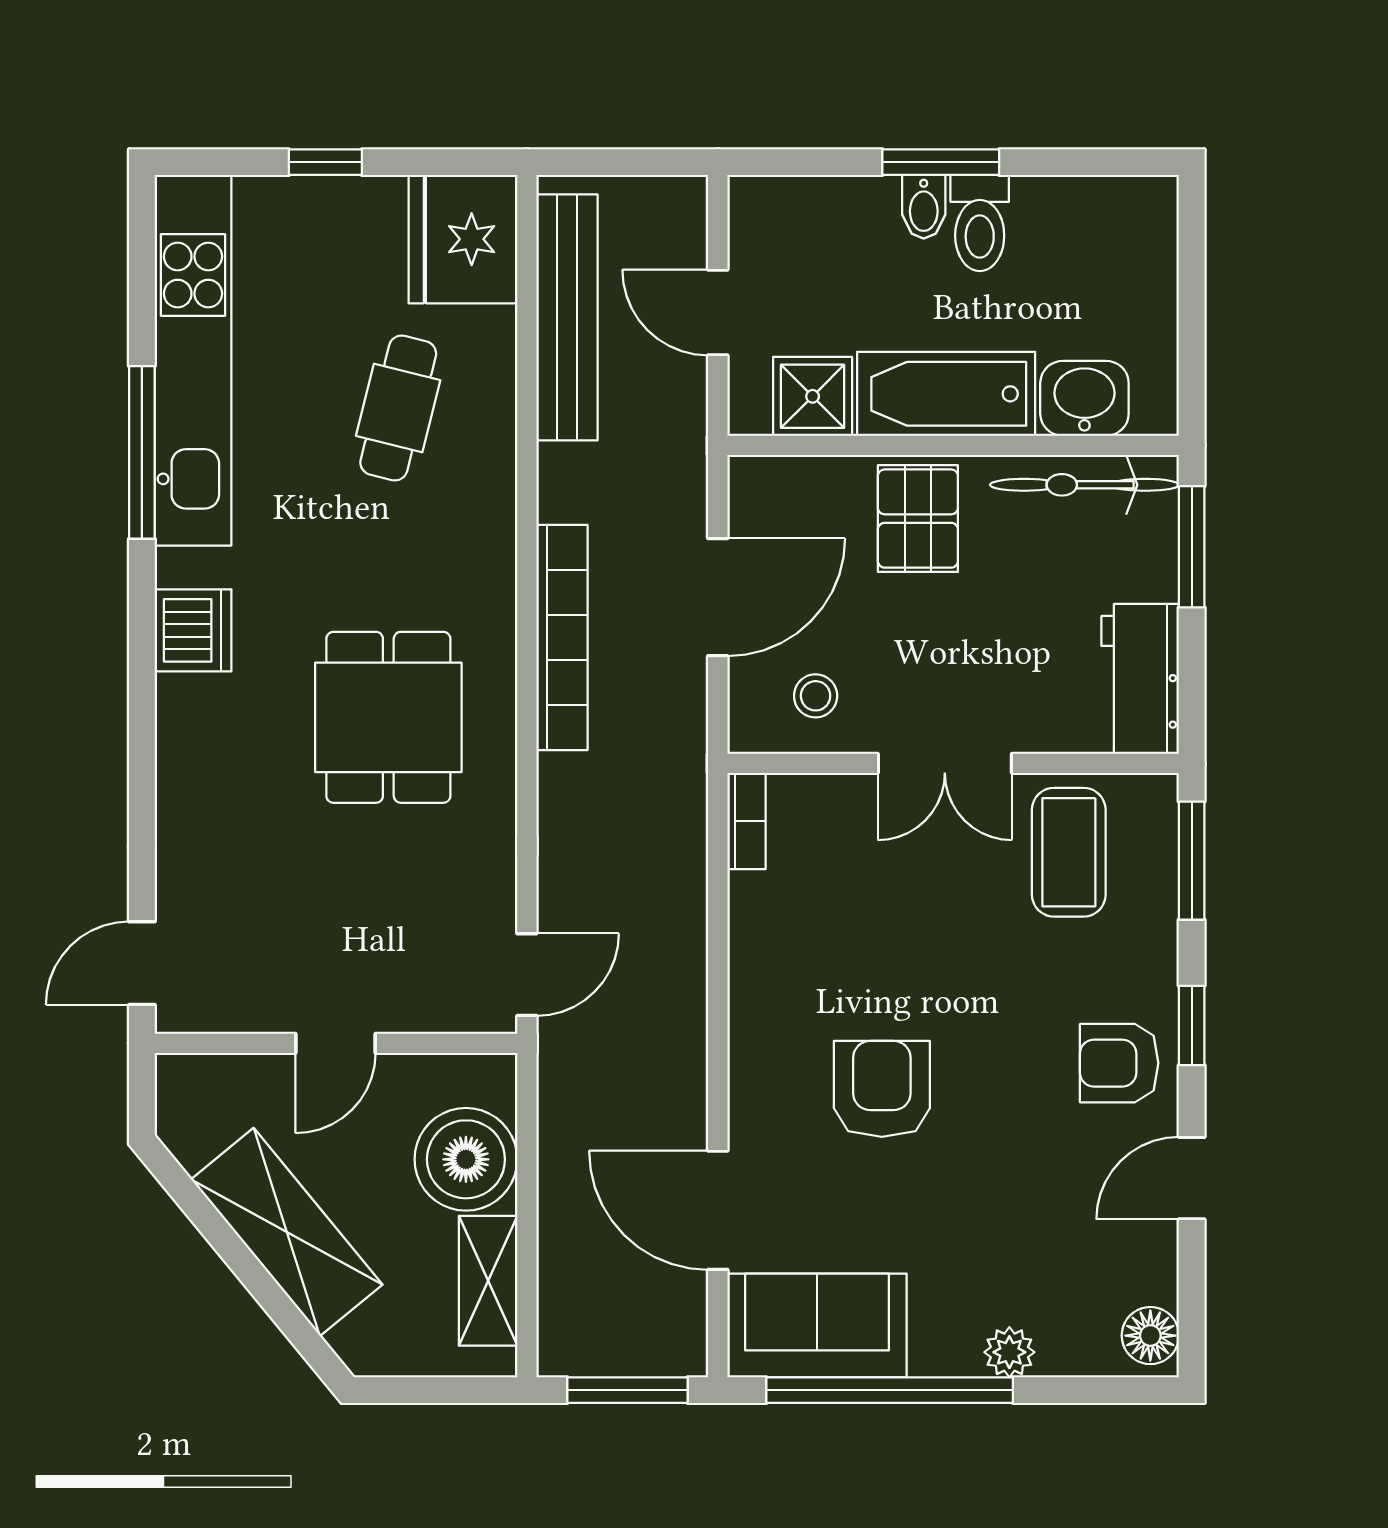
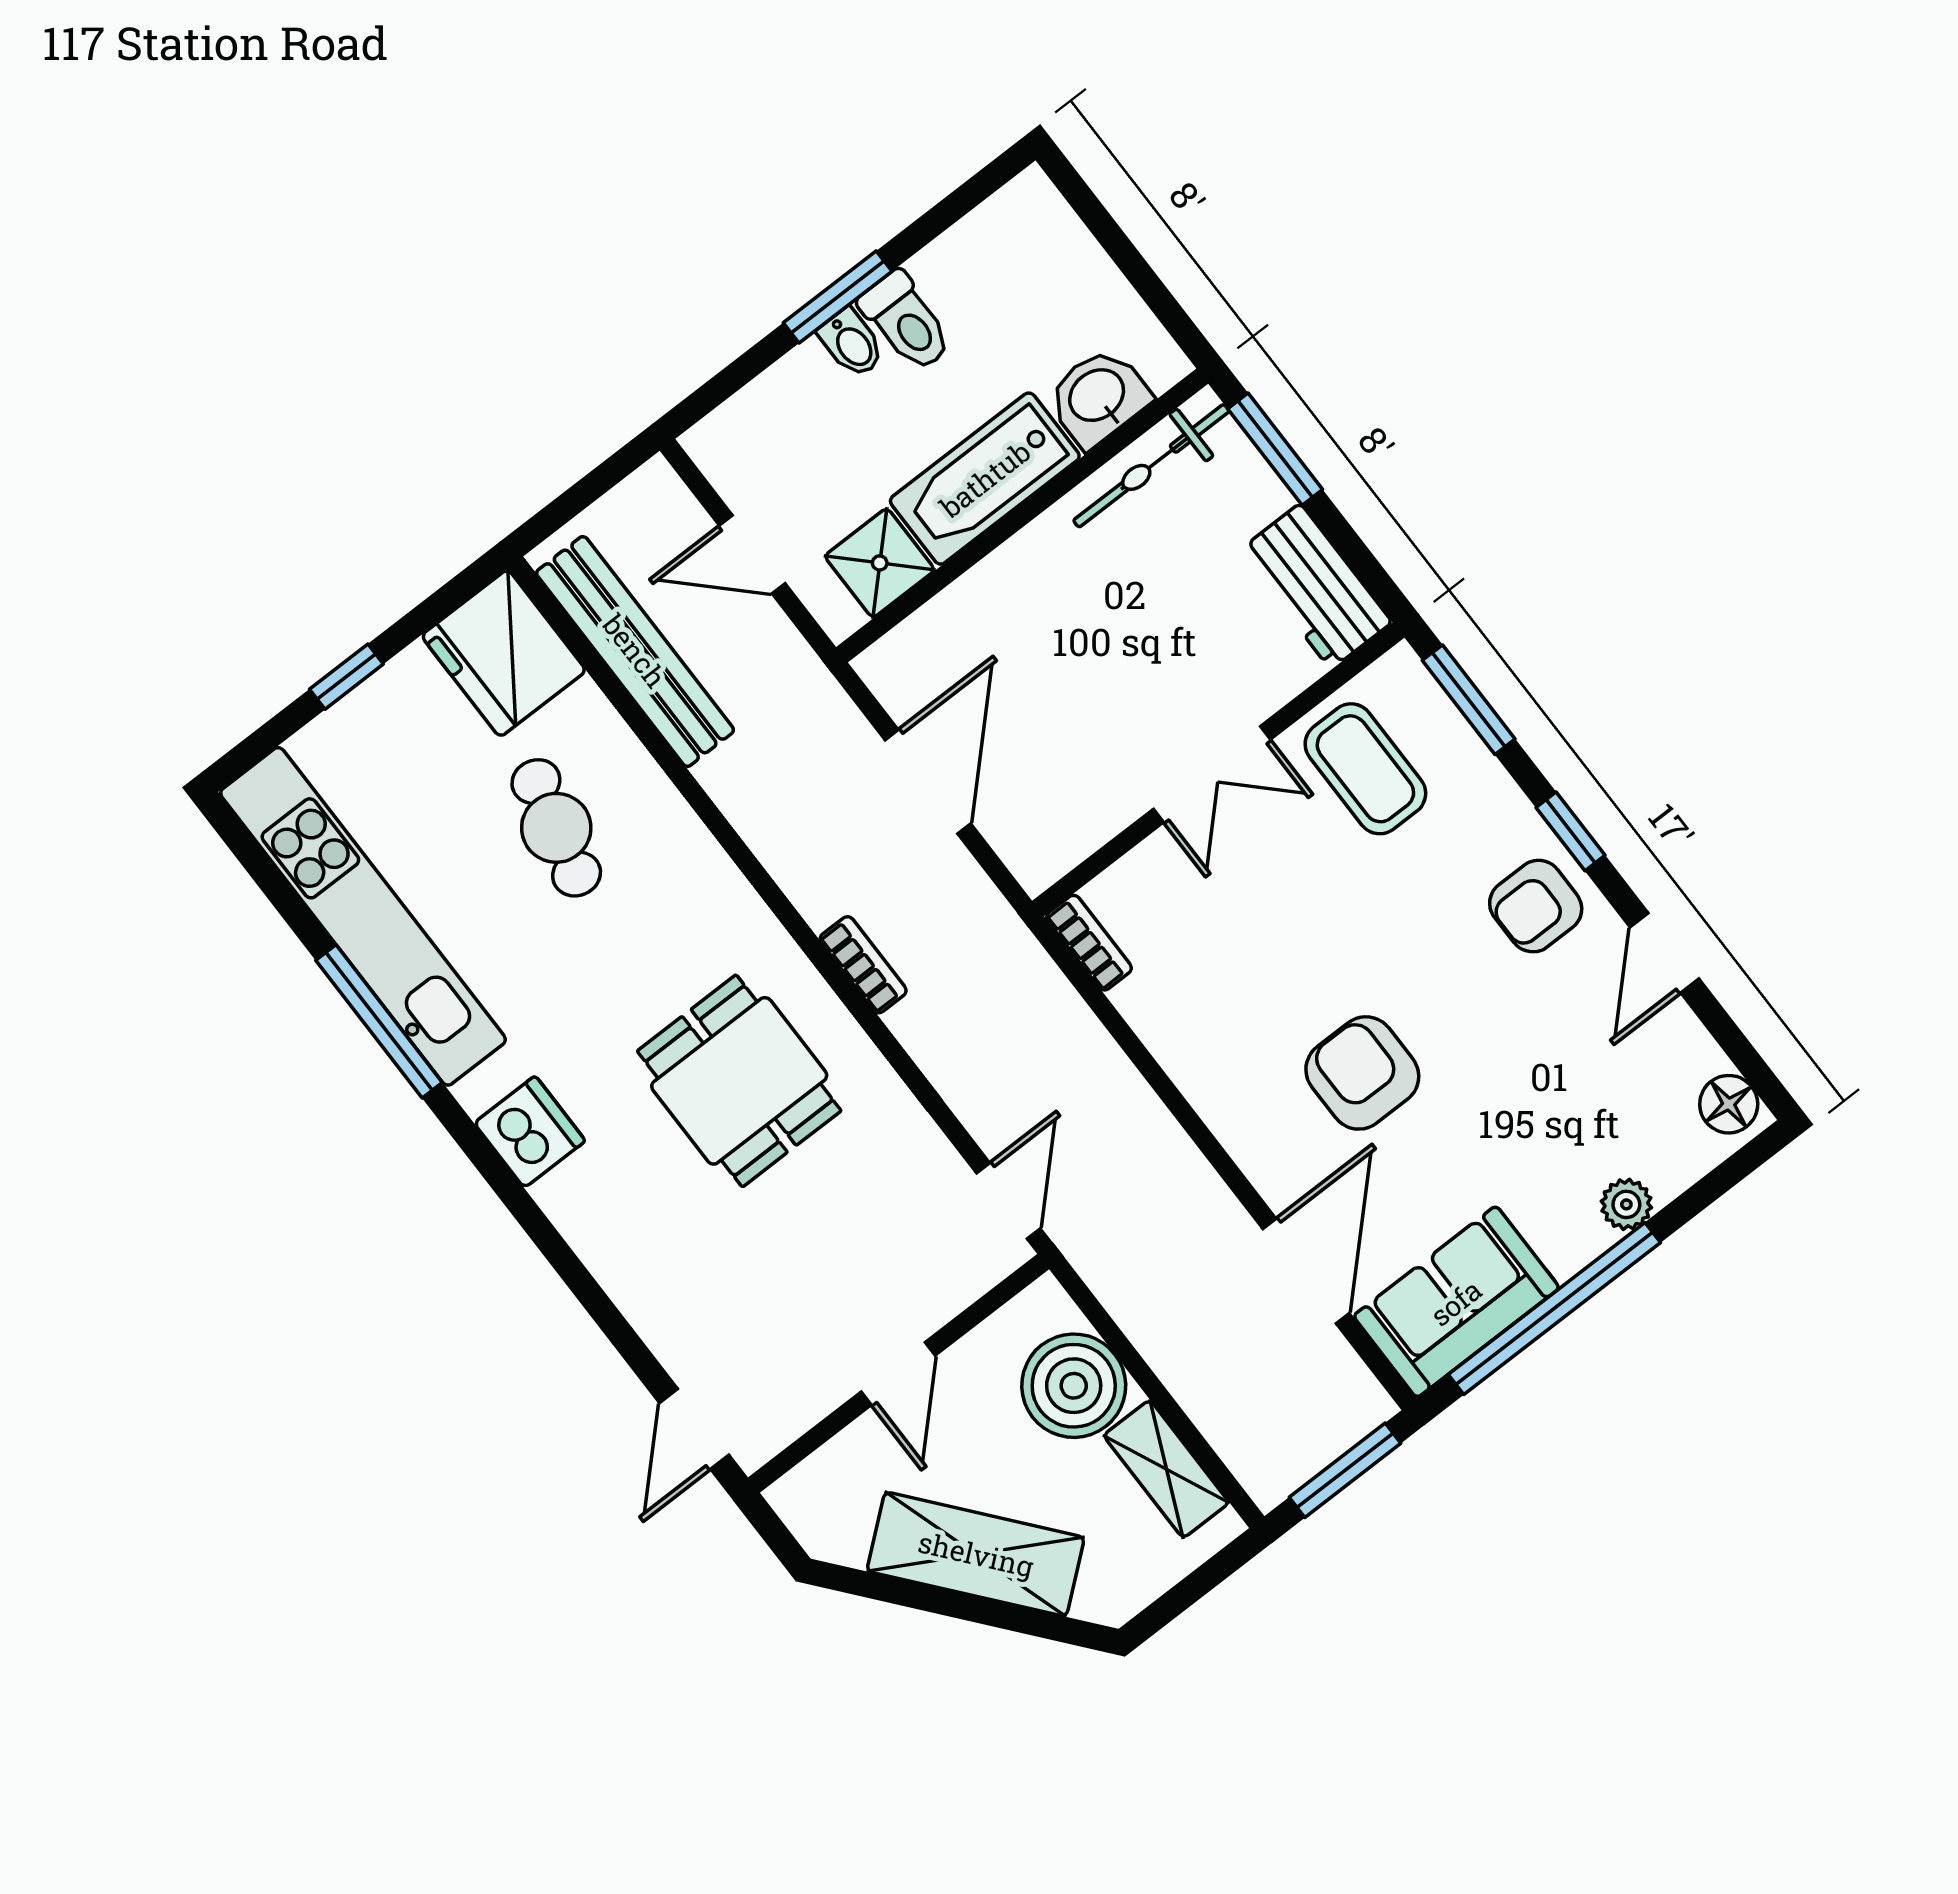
pallet: (918, 519) -> (1039, 596), removed
bookcase: (562, 637) -> (863, 965), width x0.43, depth x0.76
stool: (816, 696) -> (1067, 800), removed
door: (718, 1210) -> (1306, 1271), swing flipped

